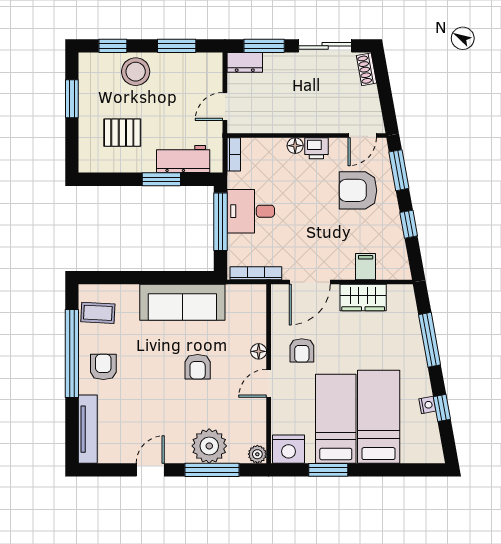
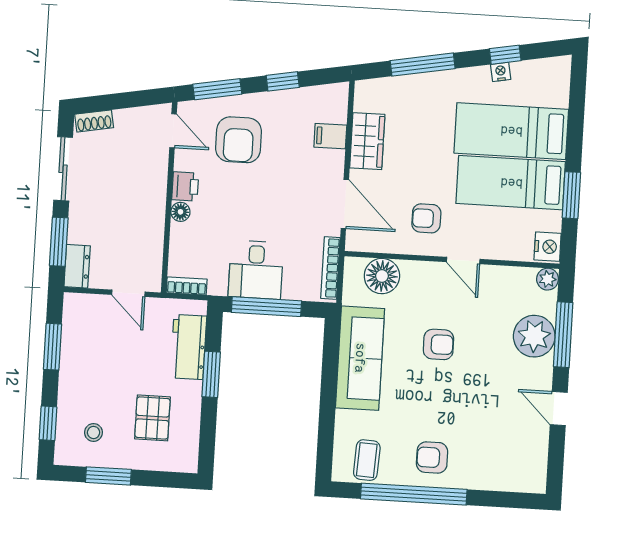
stool: (136, 72) -> (94, 432), moved, width x0.53, depth x0.53
armchair: (302, 350) -> (426, 218), turned 180
floor lamp: (259, 351) -> (382, 276), moved, width x1.89, depth x1.89
tv unit: (88, 429) -> (505, 481), removed
nightstand: (289, 449) -> (548, 247), width x0.74, depth x0.75

